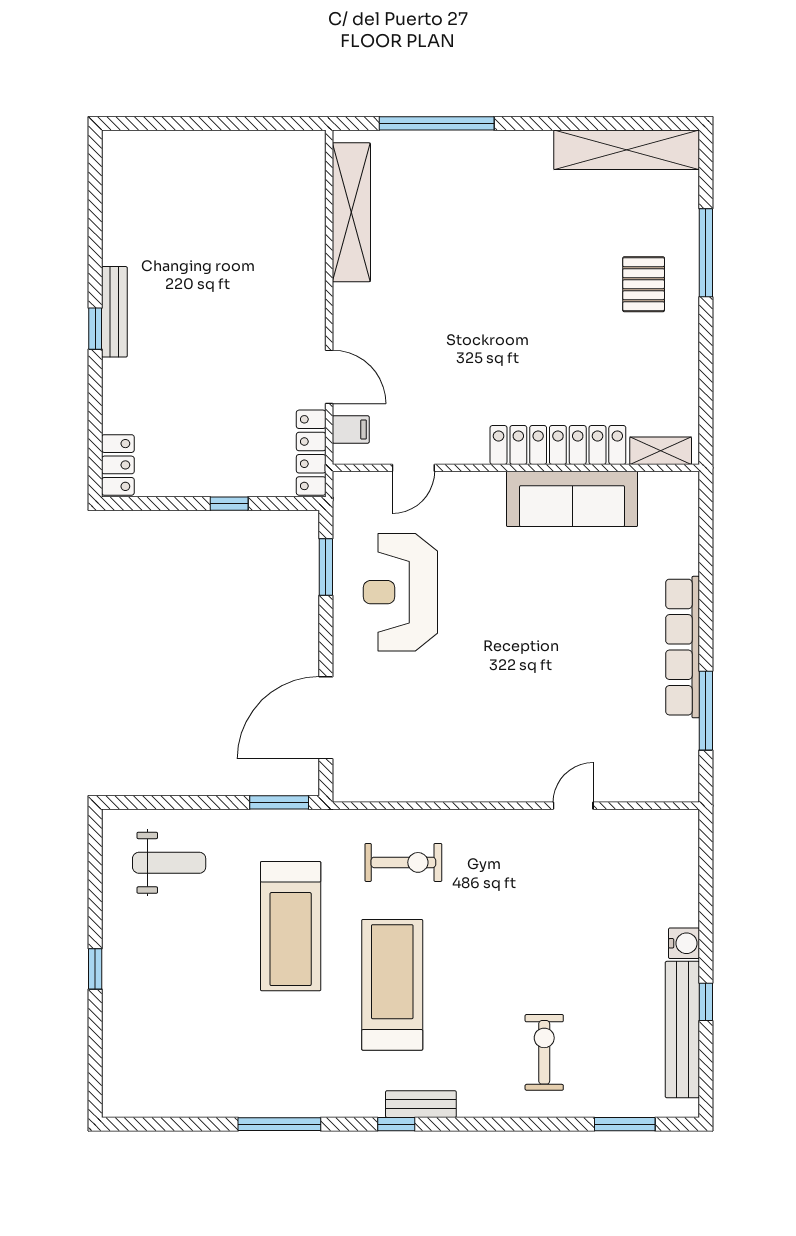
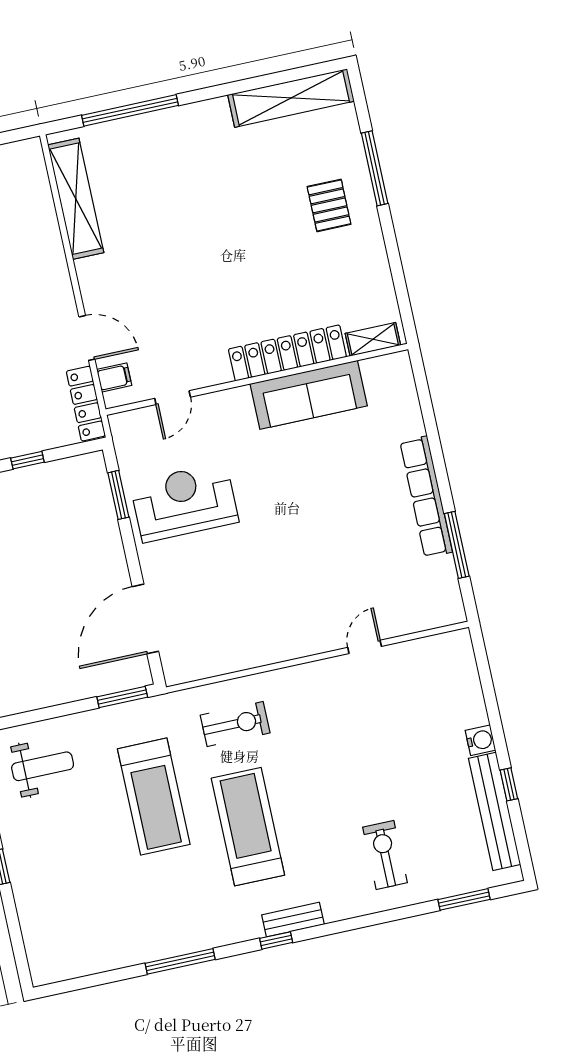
reception desk: (400, 592) -> (184, 502), turned 90

